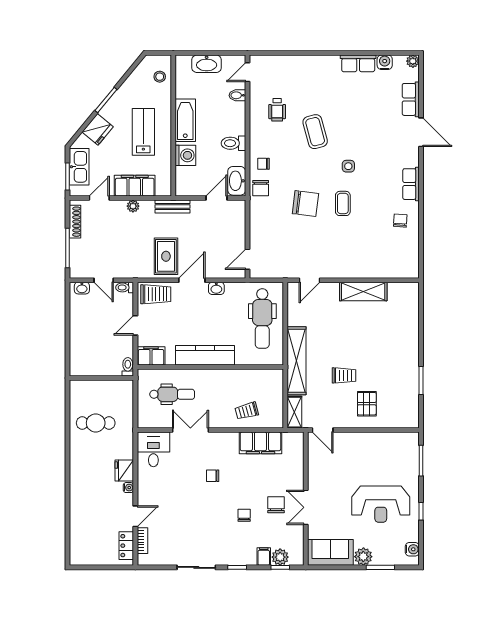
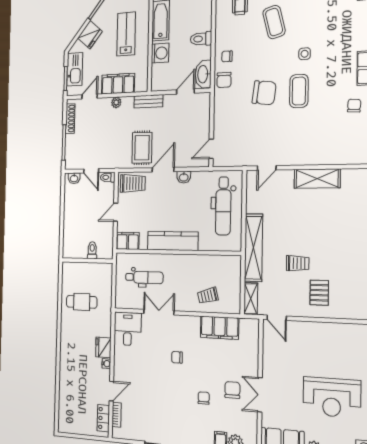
coffee table: (343, 203) -> (299, 91), width x1.36, depth x1.30
toilet: (128, 367) -> (92, 250), moved

